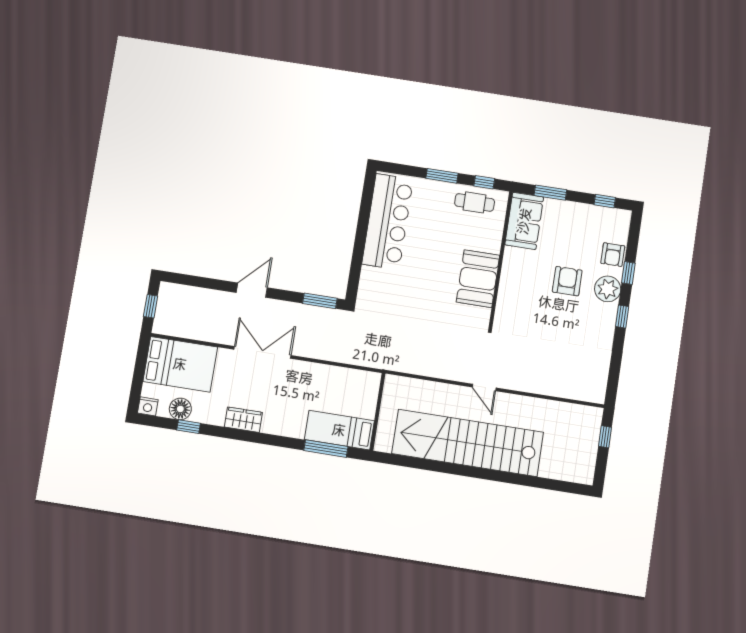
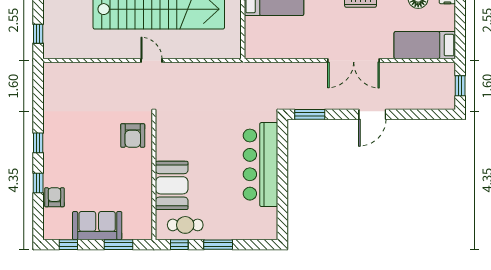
sofa: (524, 221) -> (97, 226), moved, turned 90
bar counter: (388, 222) -> (261, 165), moved
booth: (478, 279) -> (172, 185), moved
armchair: (567, 281) -> (133, 135), moved
plant: (608, 289) -> (55, 166), removed
bed: (180, 364) -> (425, 45), width x0.67

